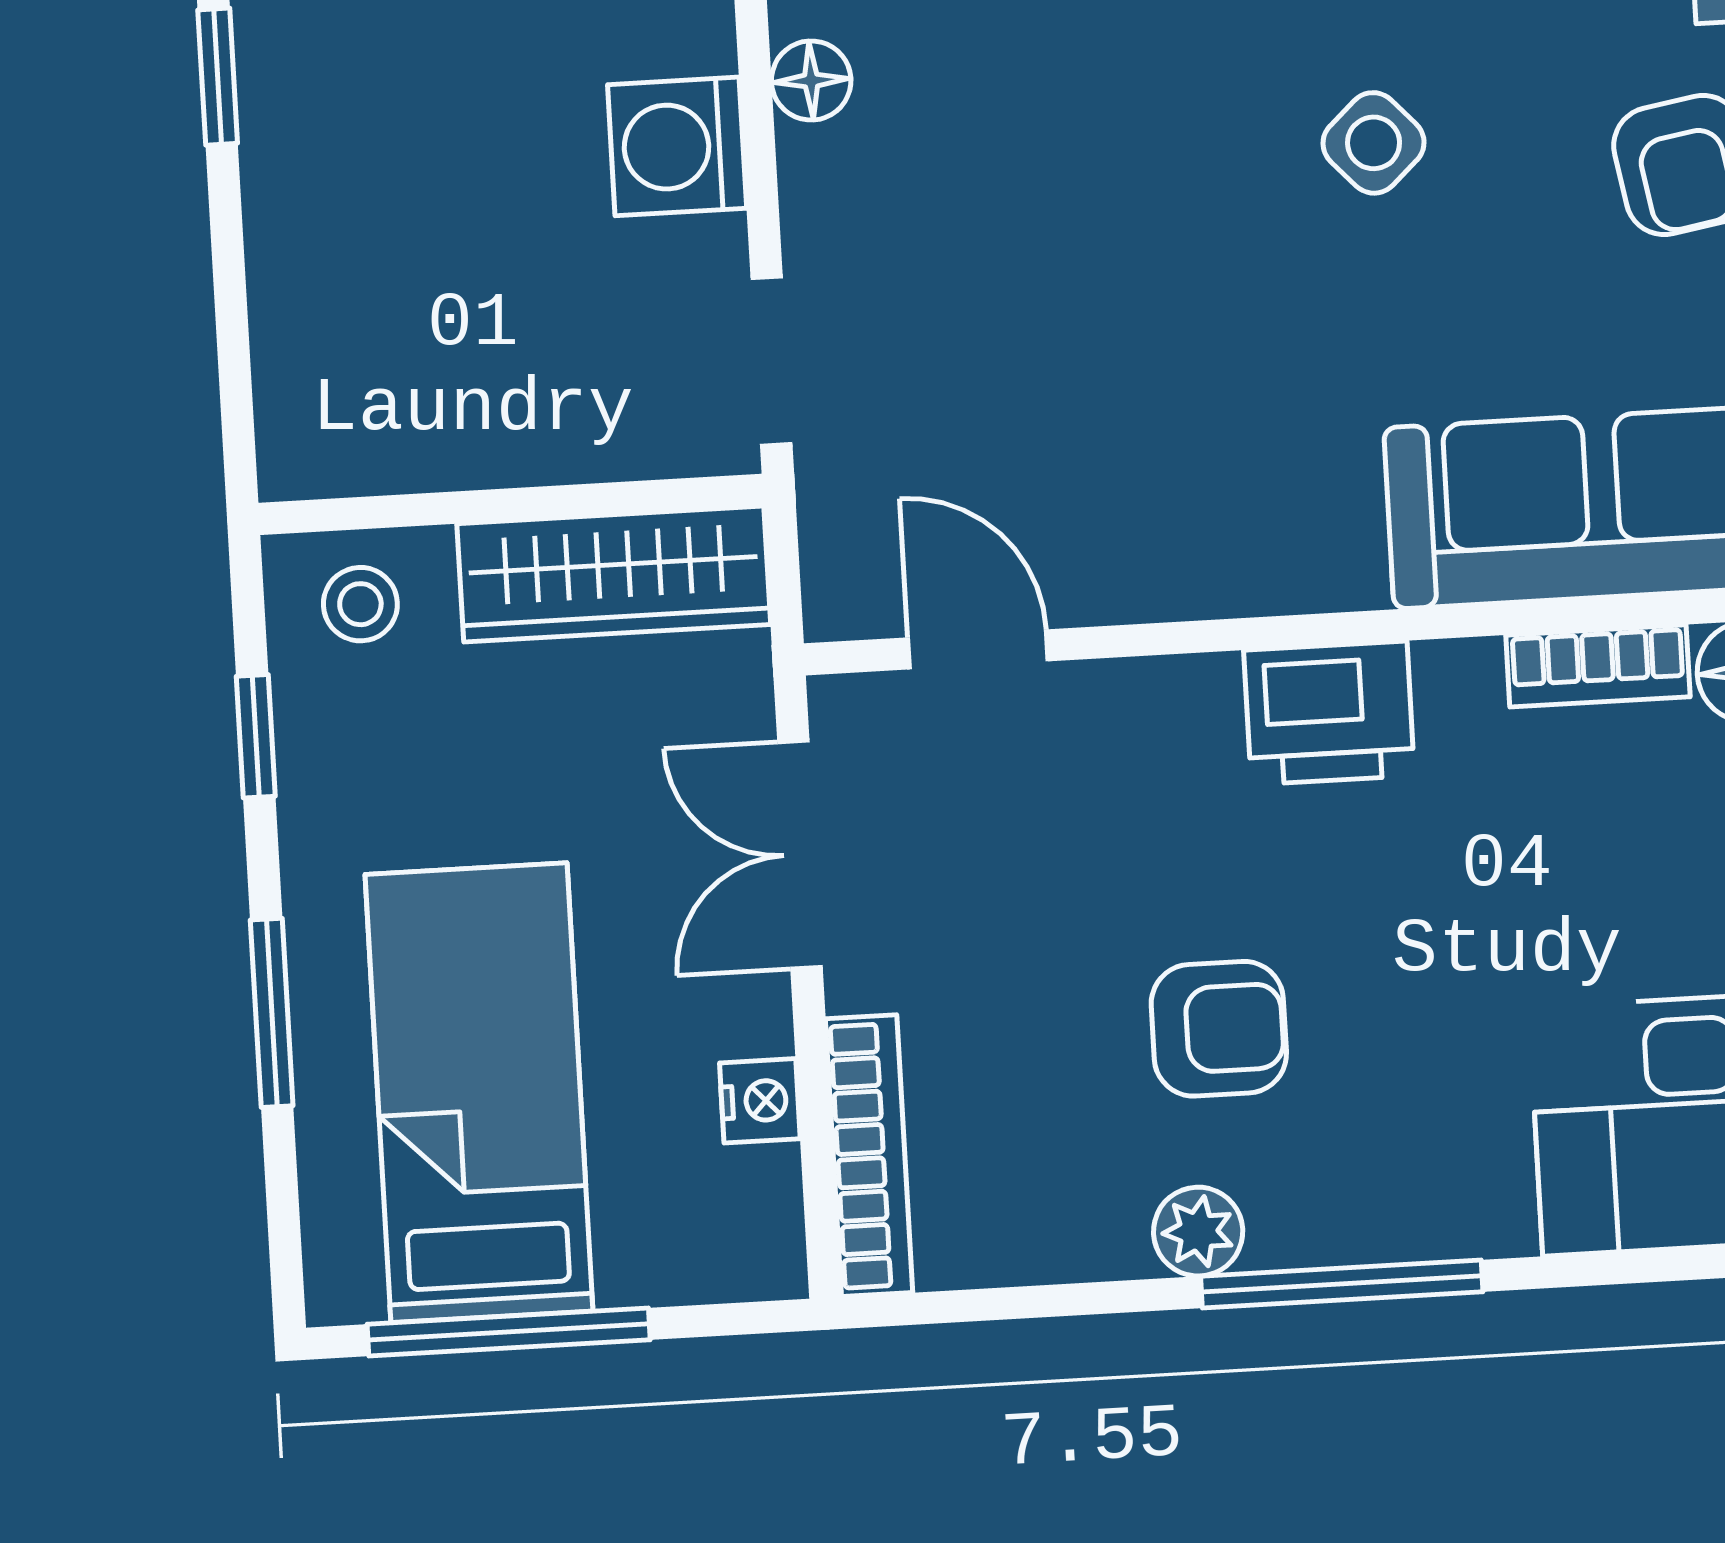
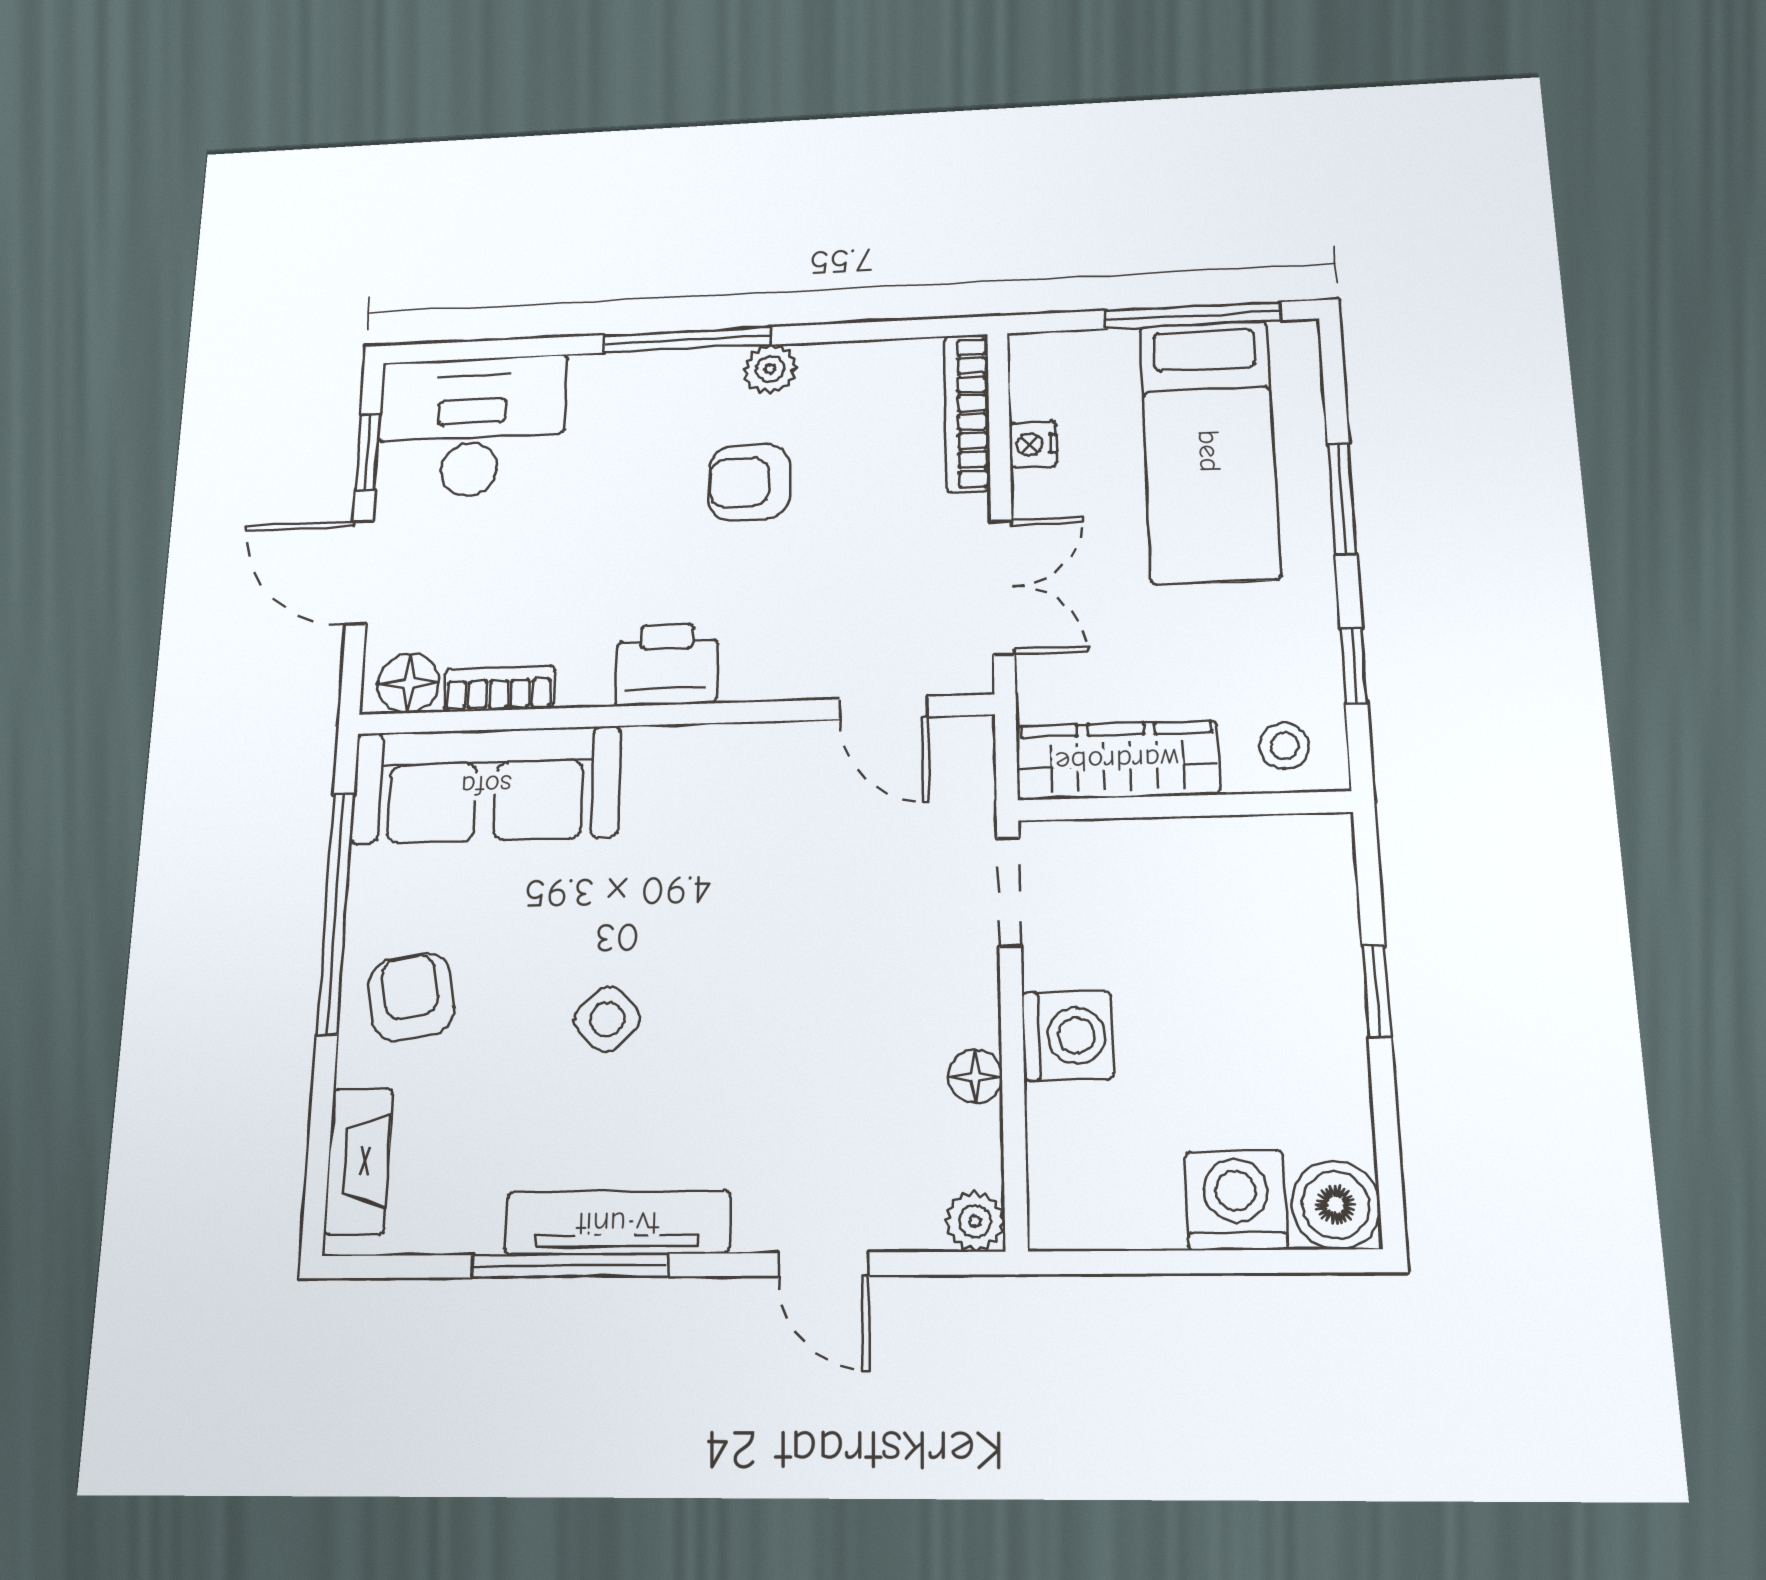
window: (218, 77) -> (1377, 991), moved

